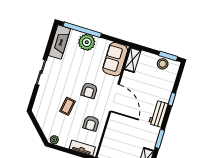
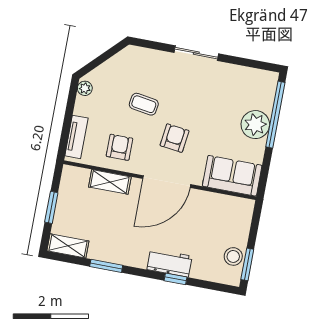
fireplace: (59, 42) -> (250, 79), removed
shelving: (133, 60) -> (110, 182), moved
armchair: (89, 90) -> (175, 138), turned 97
workbench: (158, 114) -> (170, 263), moved
armchair: (91, 123) -> (119, 147), turned 90

